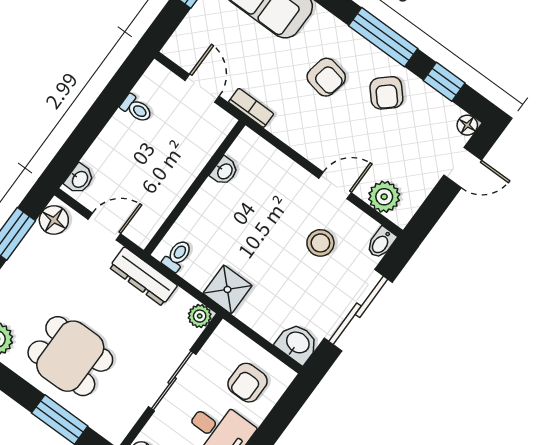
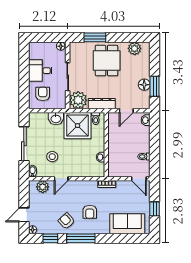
armchair: (326, 77) -> (90, 212), turned -101
door: (202, 88) -> (139, 179), moved
floor lamp: (54, 220) -> (144, 85), moved
shower: (227, 289) -> (78, 126), width x1.86, depth x1.86
plant: (200, 316) -> (78, 100), width x1.88, depth x1.88
washbasin: (297, 343) -> (56, 119), moved
dining table: (70, 356) -> (107, 60), turned 90

